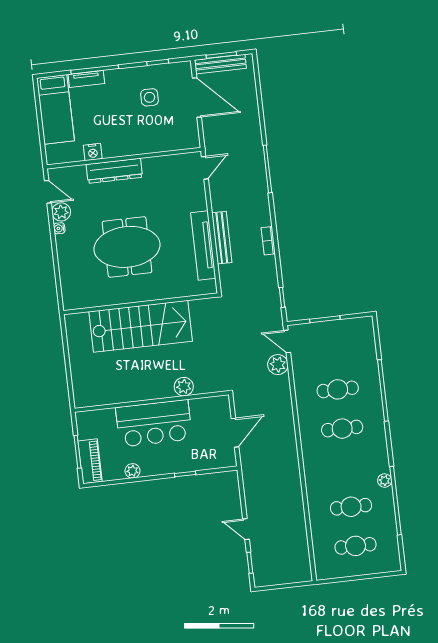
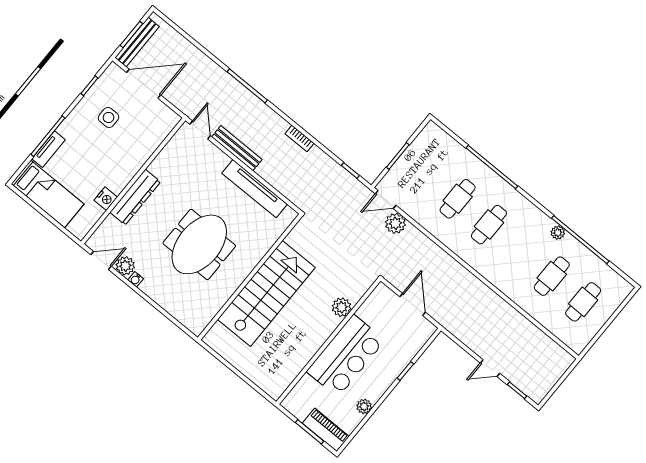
bench: (222, 238) -> (237, 148), moved

